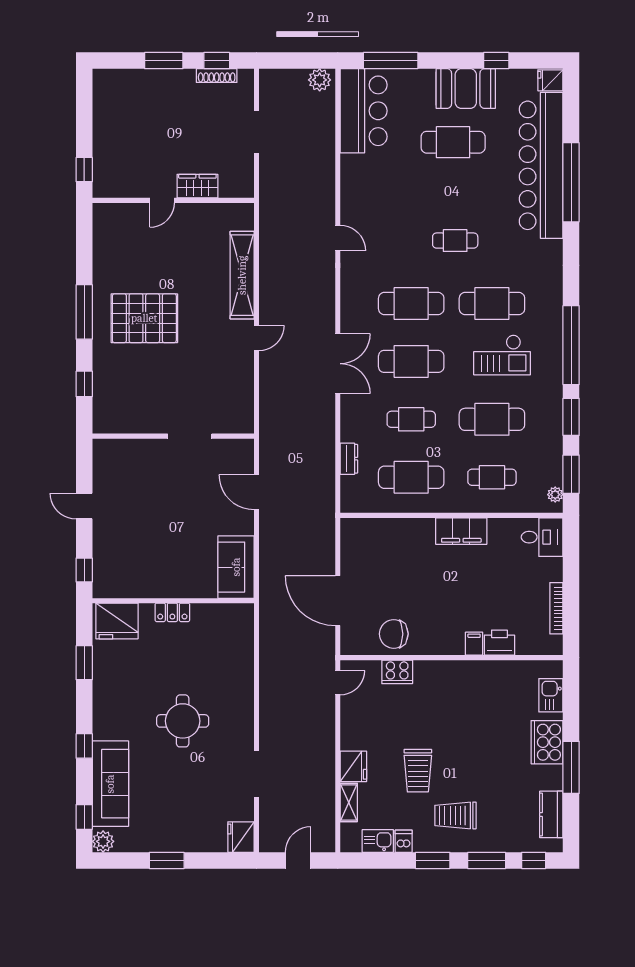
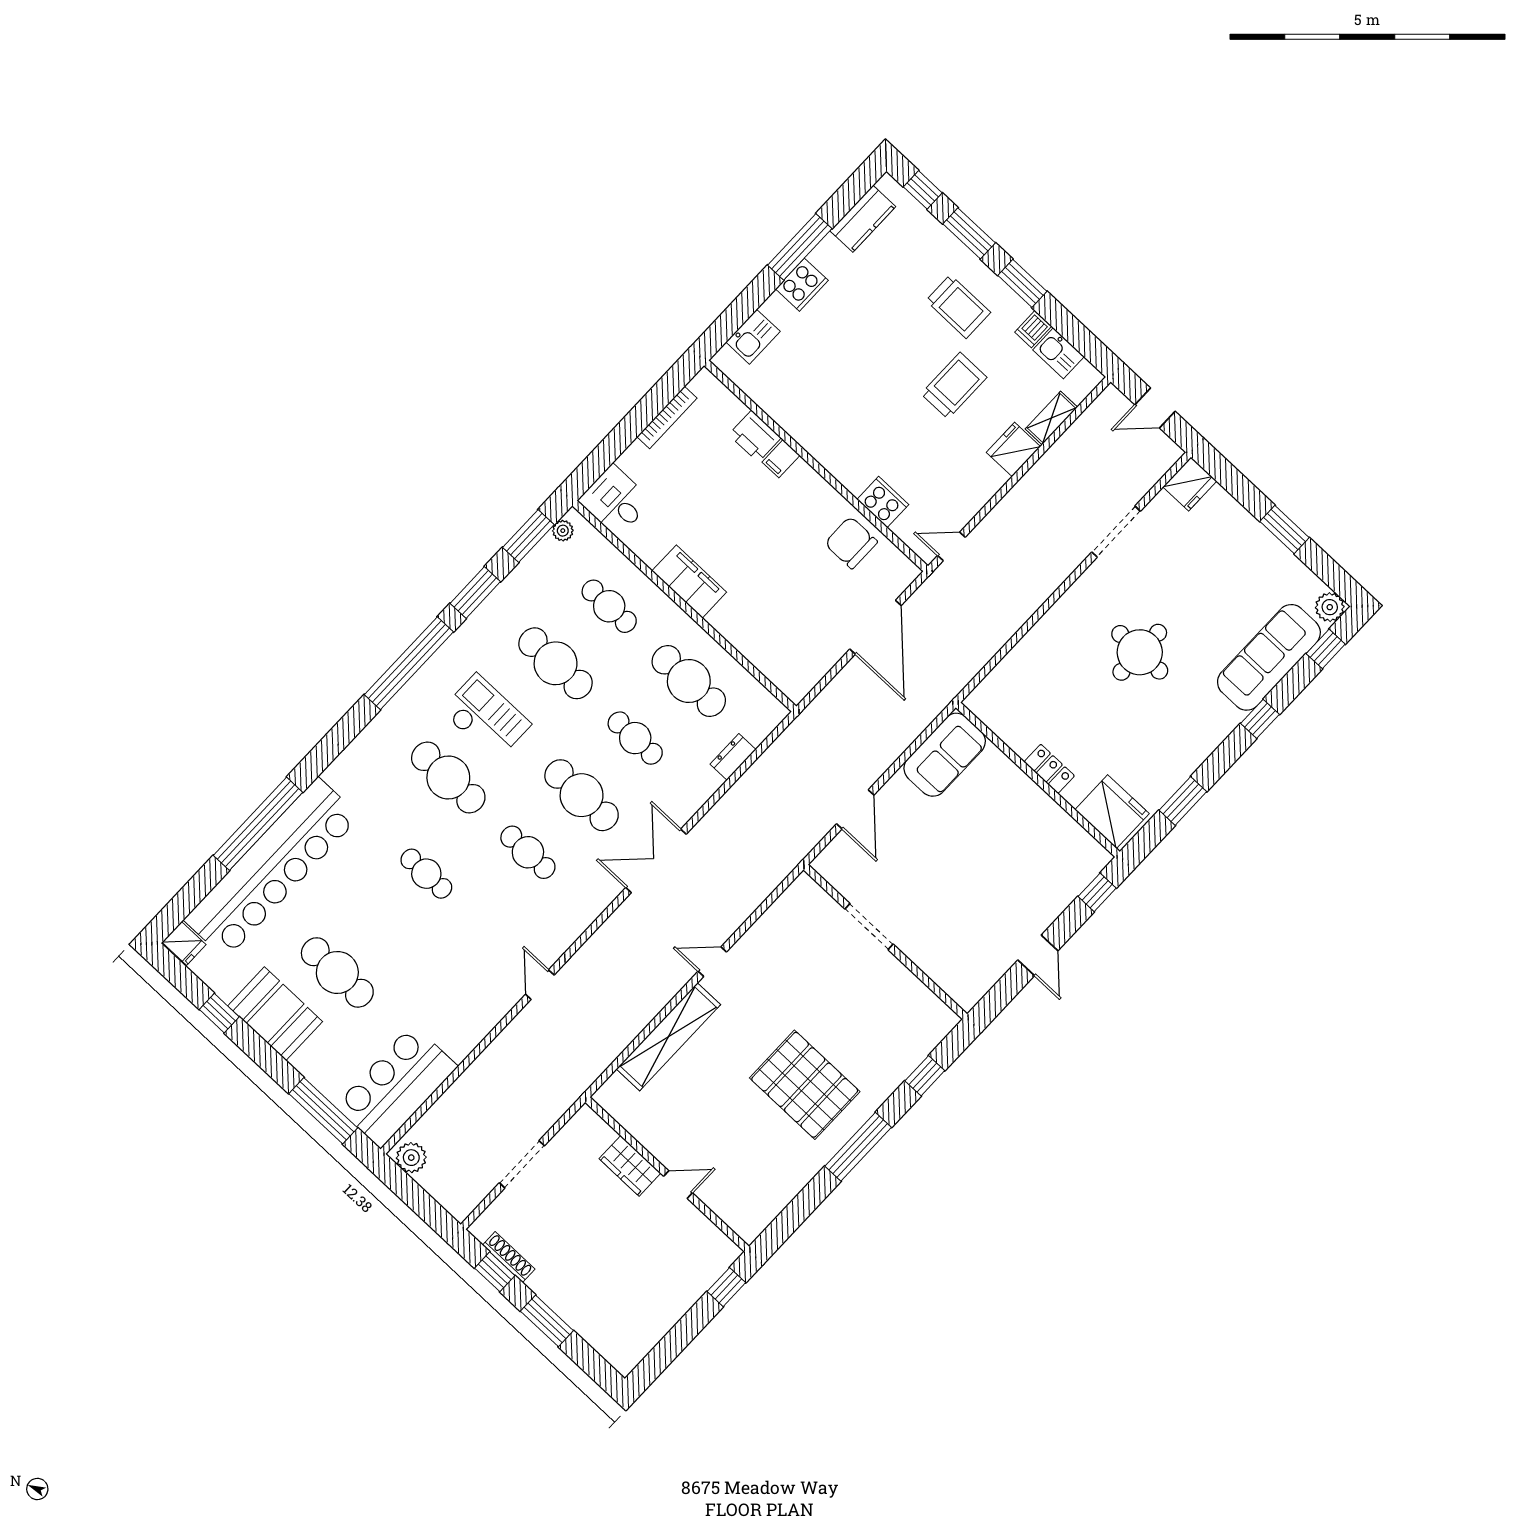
cafe table: (411, 303) -> (528, 852), width x0.73, depth x0.74
chair: (394, 634) -> (851, 543), turned 180
cooker: (547, 742) -> (802, 285), width x0.73, depth x0.76

